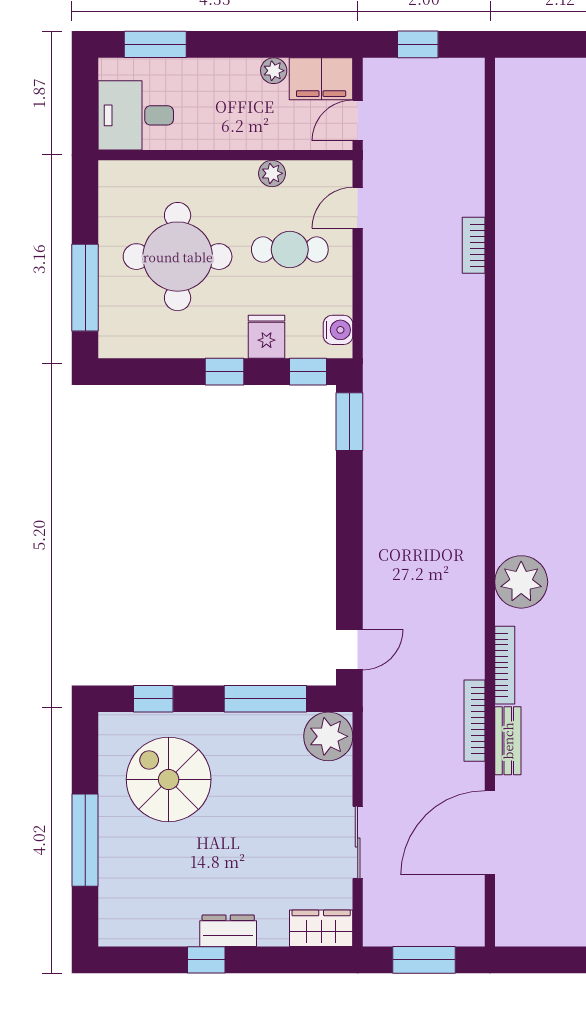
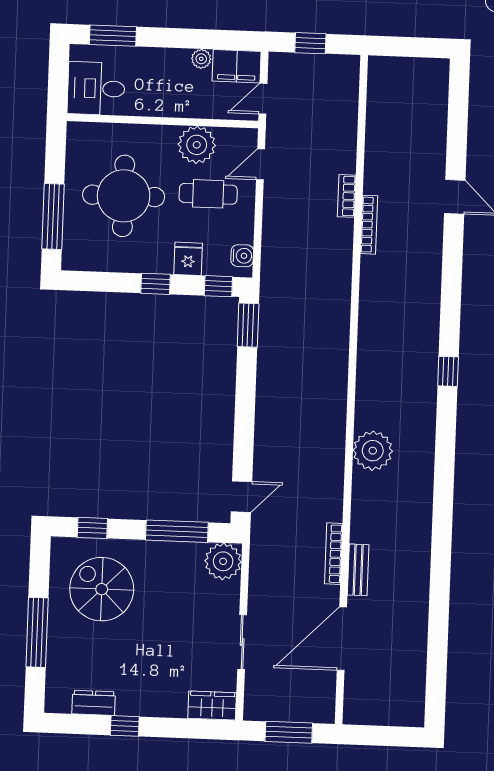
plant: (272, 173) -> (197, 145), width x1.87, depth x1.87
bookcase: (505, 665) -> (369, 225), moved
dresser: (228, 931) -> (94, 703), moved

